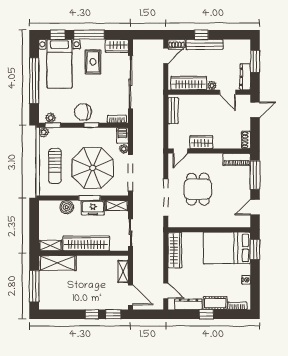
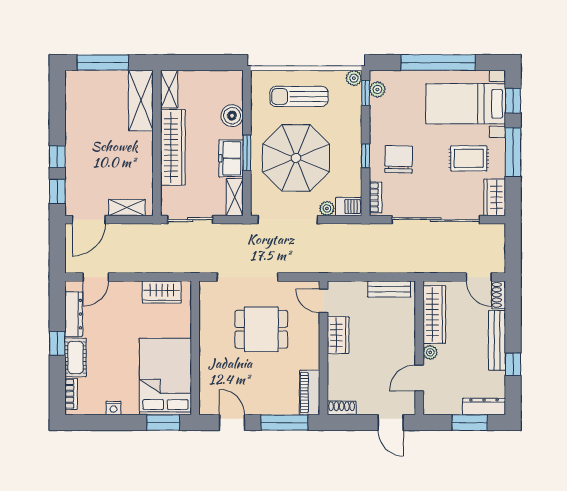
window: (201, 35) -> (513, 364), moved
dresser: (245, 77) -> (484, 407), moved
chair: (83, 112) -> (399, 159), moved
wardrobe: (175, 250) -> (162, 292), width x0.67

